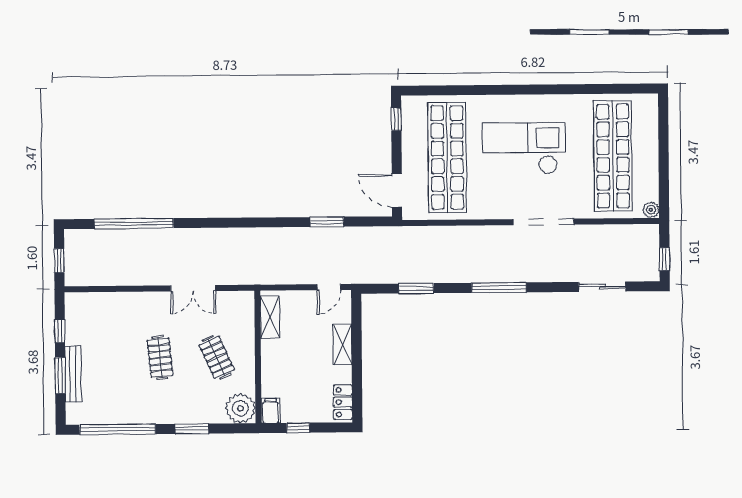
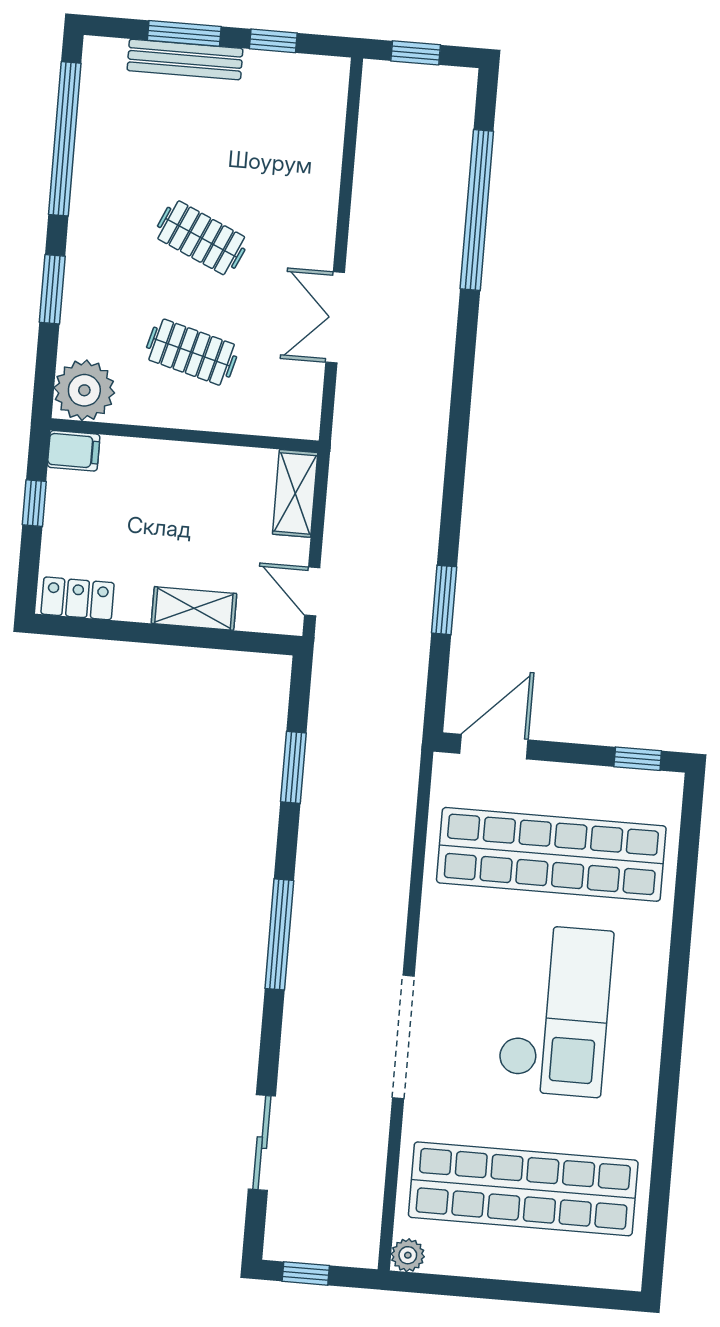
shelving: (270, 317) -> (295, 493), moved, turned 90
clothes rail: (217, 357) -> (192, 352), turned 39
clothes rail: (160, 358) -> (201, 238), turned 30

